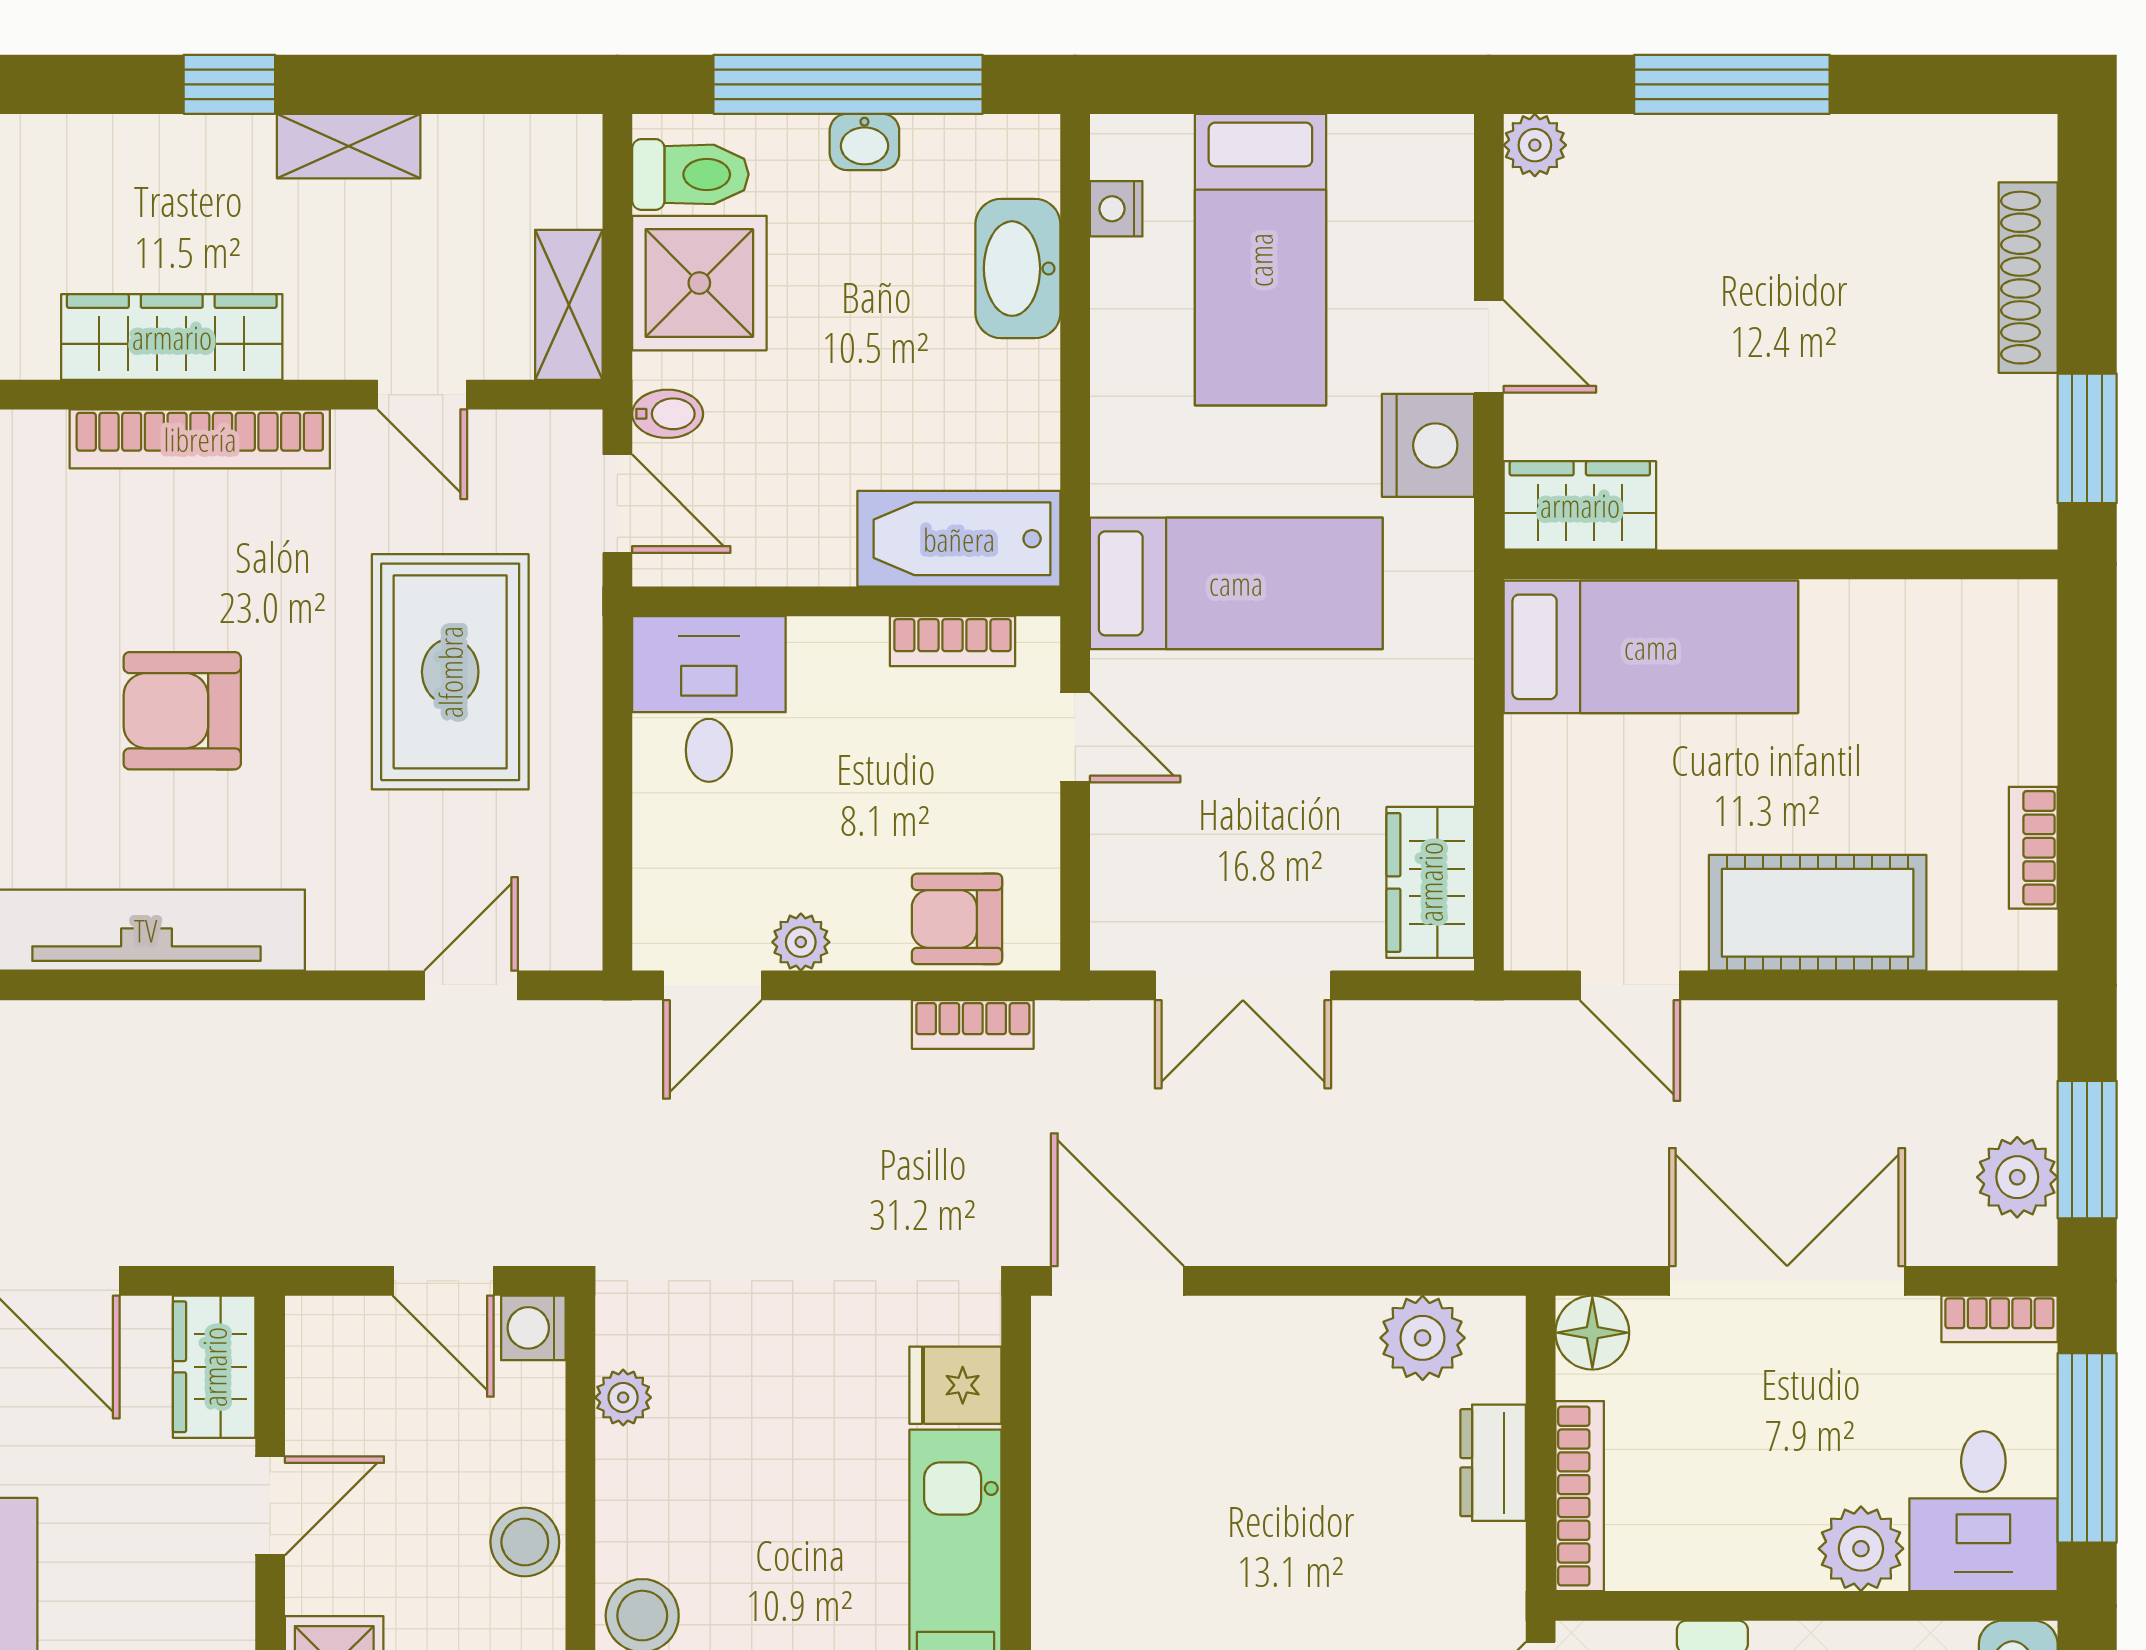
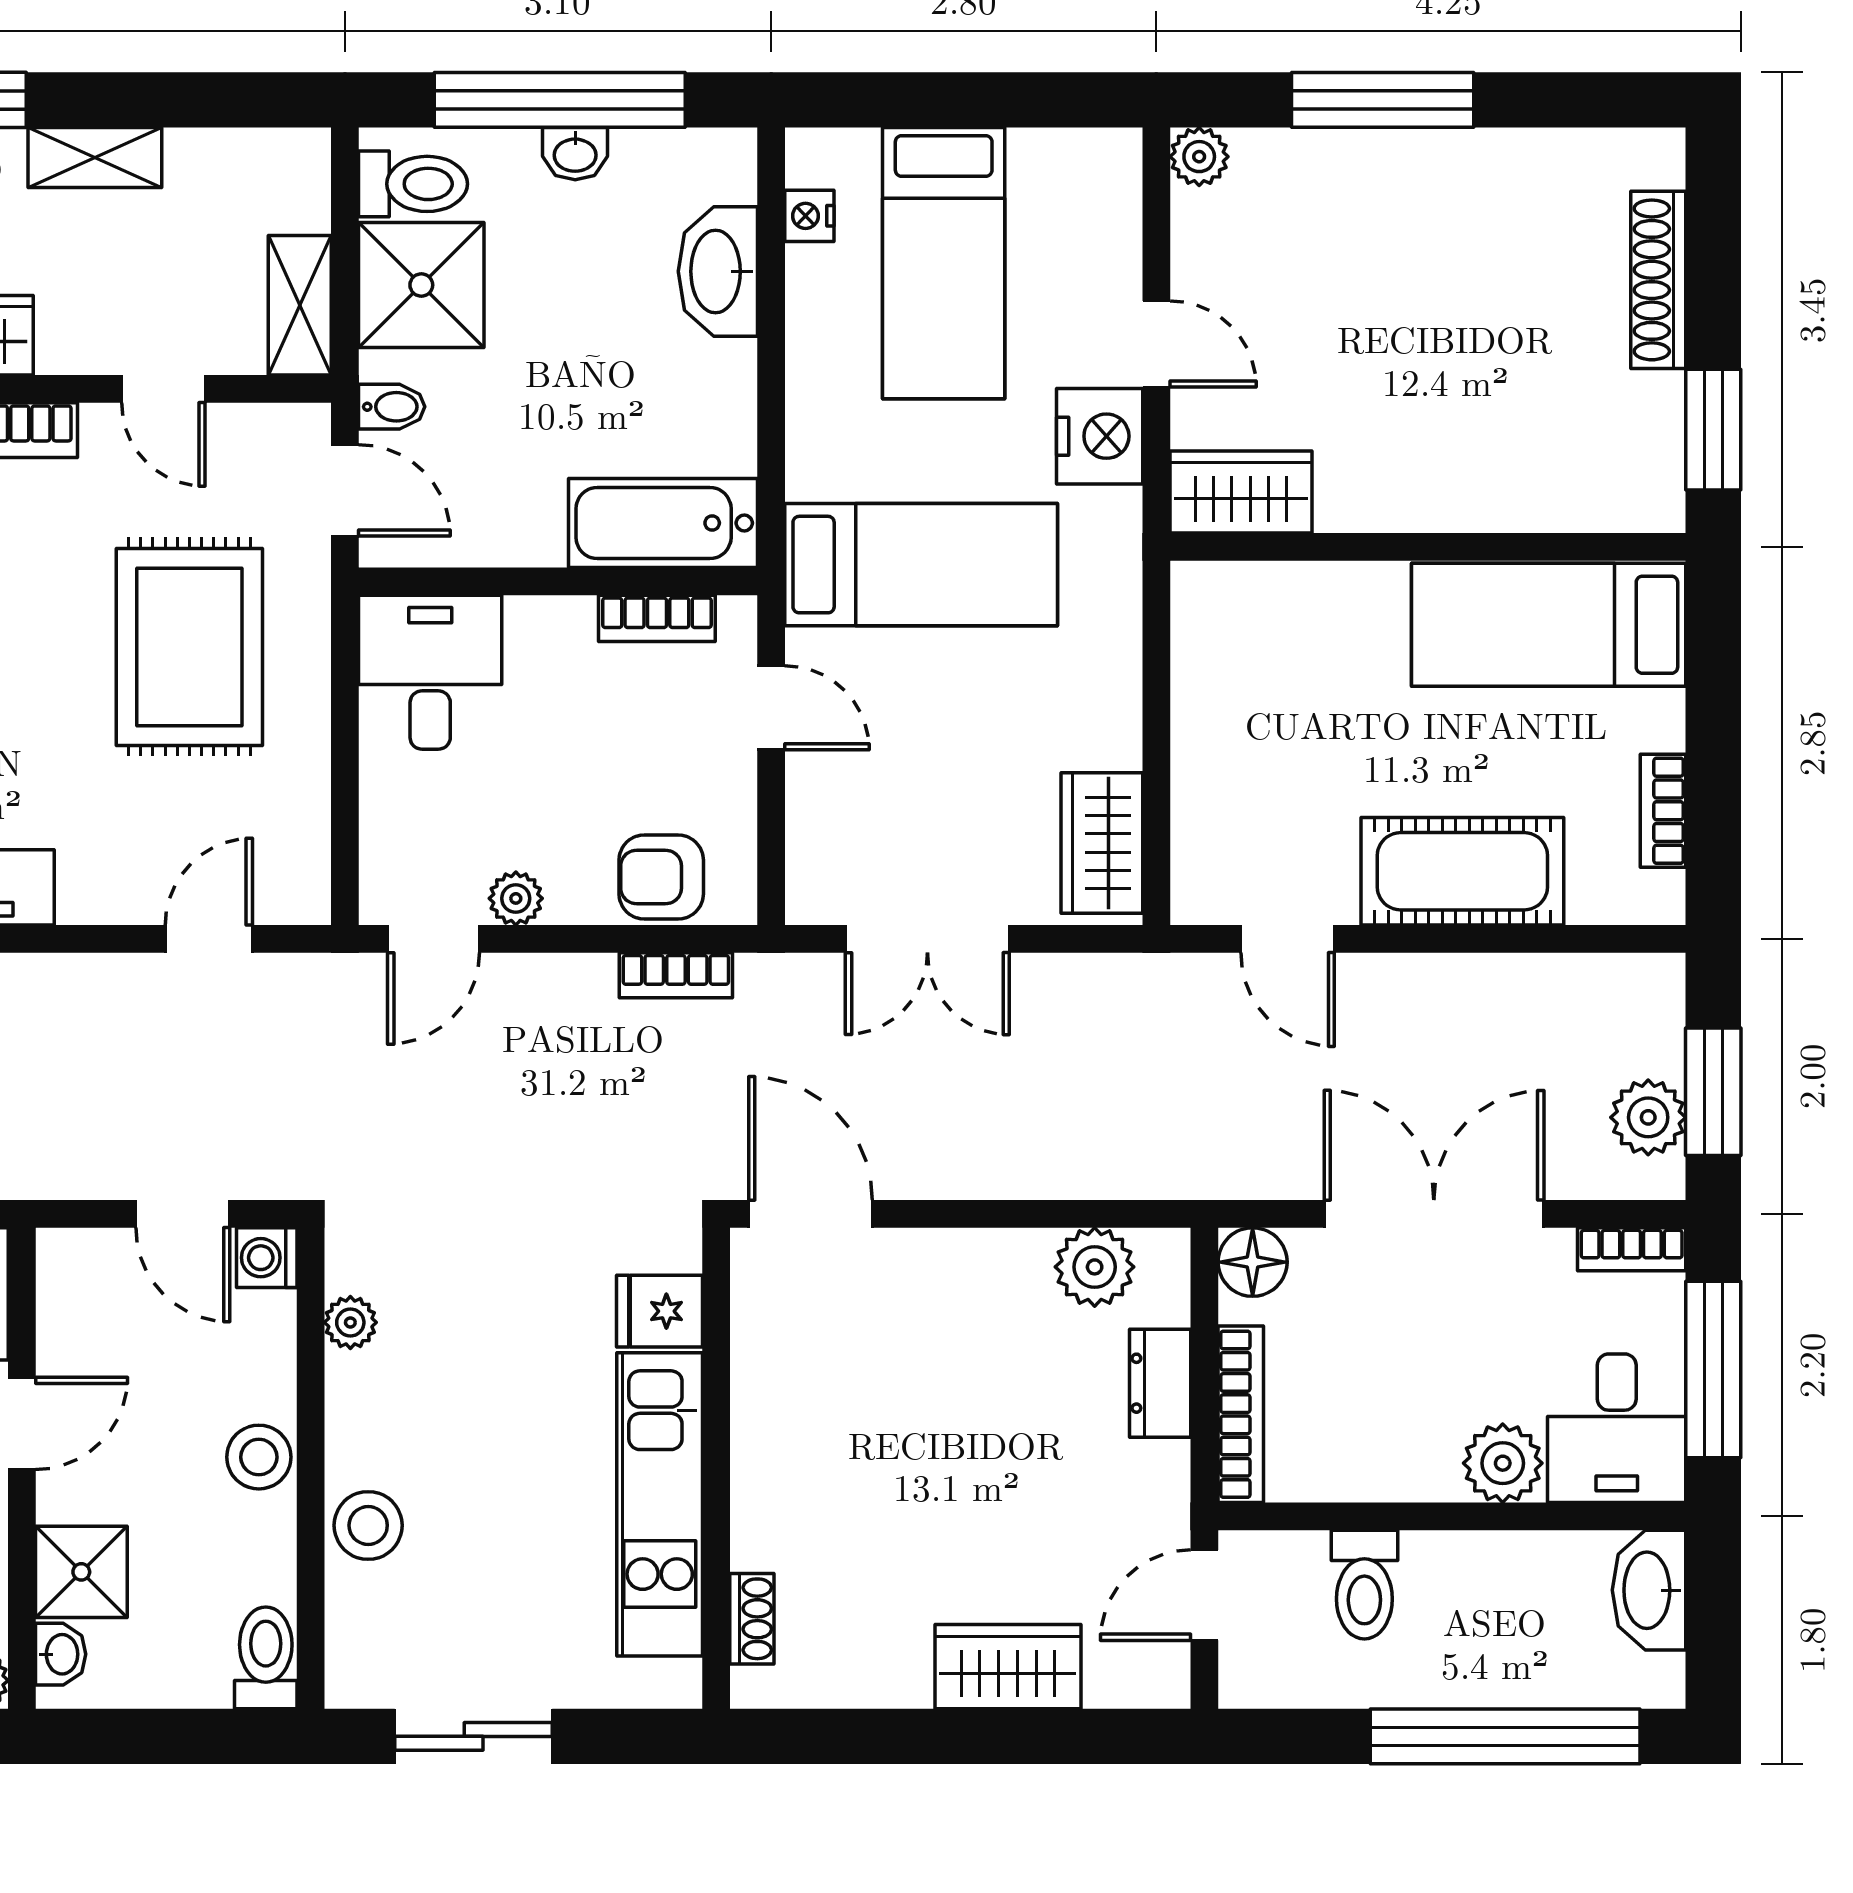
bed: (1651, 647) -> (1549, 625), moved, turned 180

